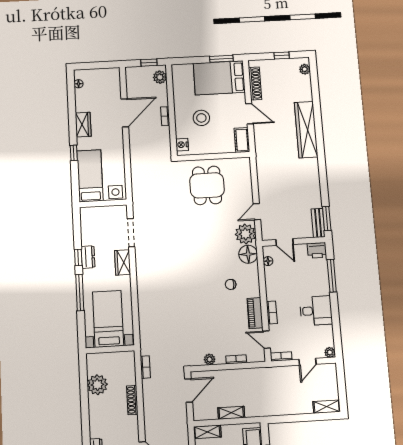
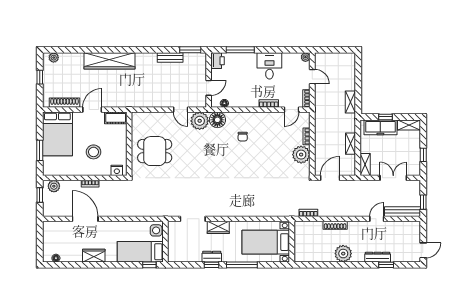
window: (221, 59) -> (40, 150), moved
window: (74, 153) -> (149, 265), moved
bench: (318, 223) -> (170, 58), moved
piano: (255, 313) -> (268, 118), removed
plant: (210, 359) -> (301, 155), width x1.88, depth x1.88
plant: (97, 385) -> (343, 254), moved
door: (189, 390) -> (330, 178), hinge flipped
shelving: (327, 407) -> (350, 102), moved

